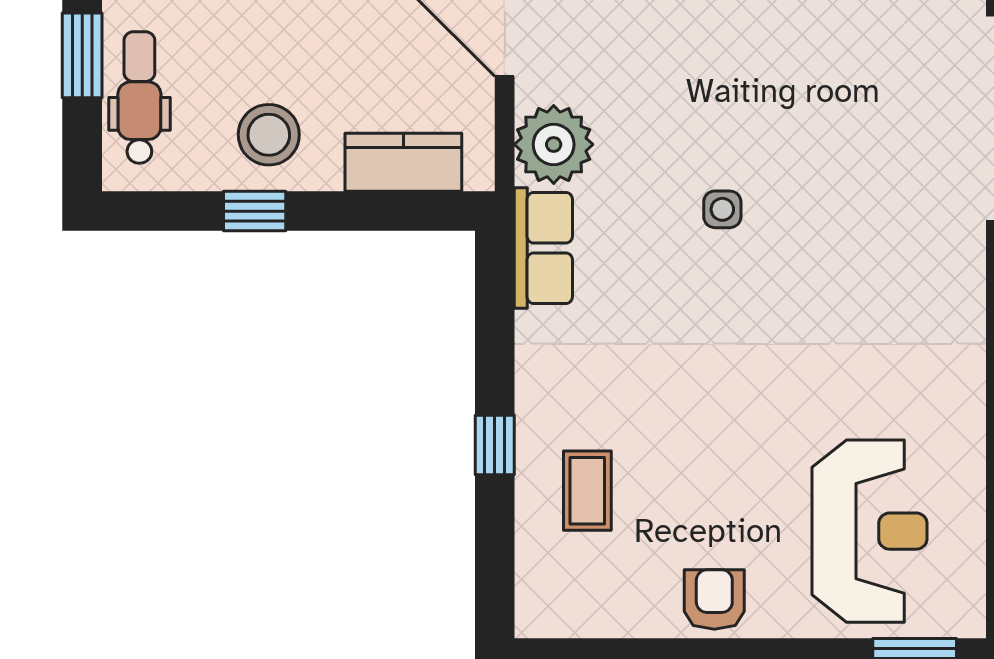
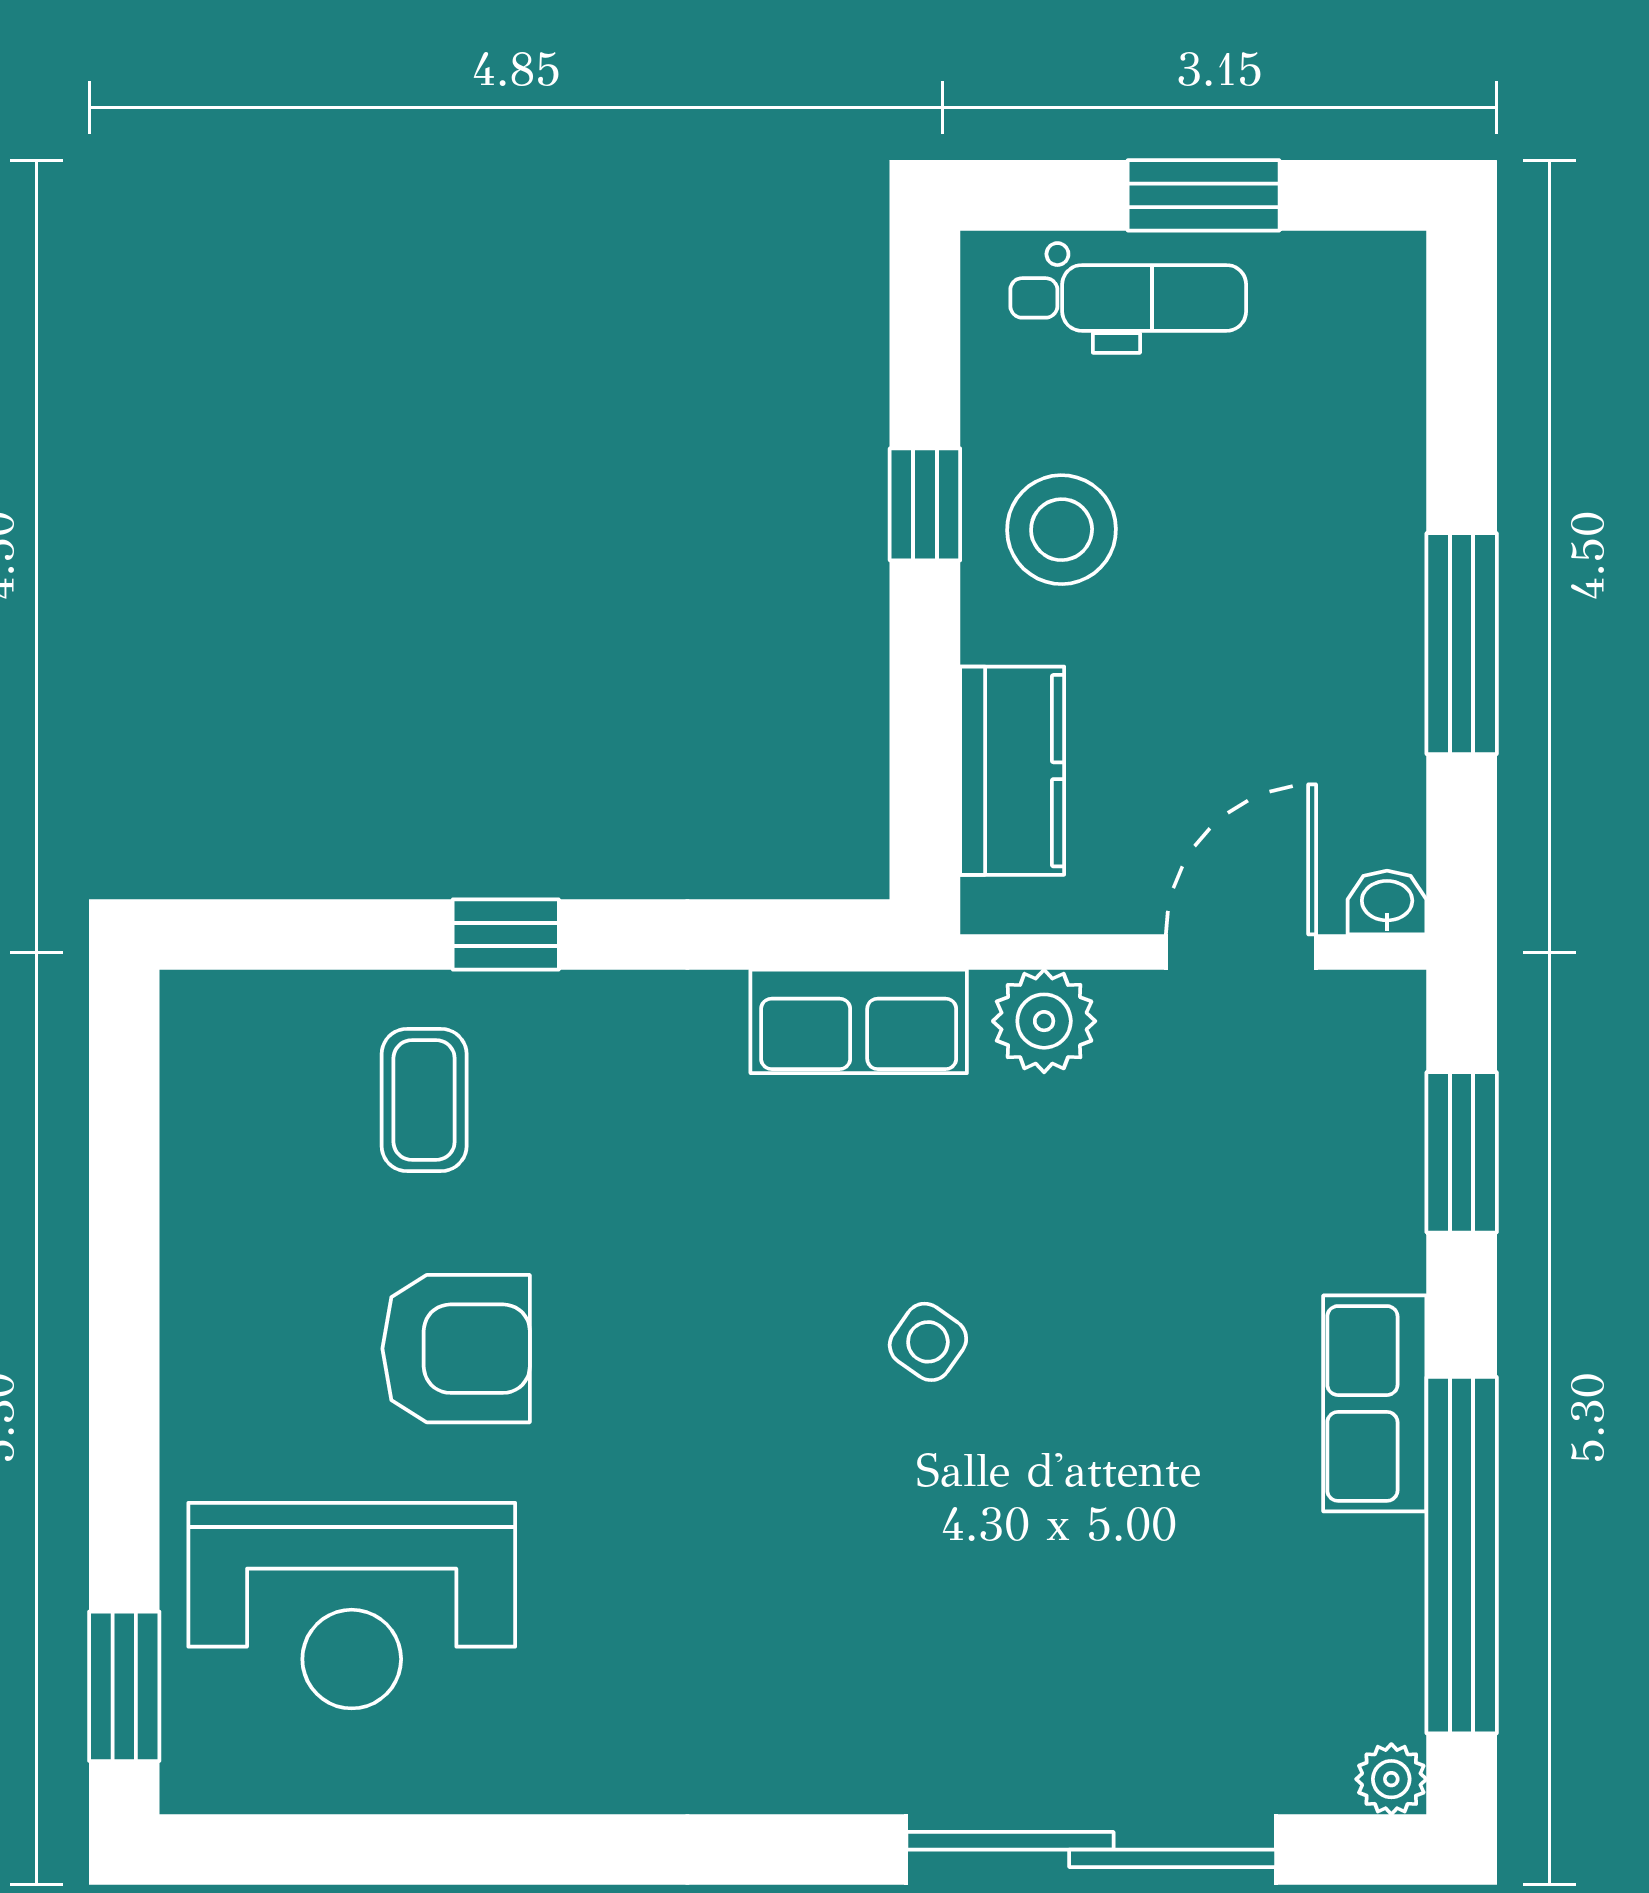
plant: (554, 144) -> (1044, 1021), width x0.73, depth x0.73
side table: (722, 209) -> (928, 1342), turned 35
coffee table: (587, 491) -> (424, 1100), turned 90
armchair: (714, 599) -> (456, 1349), moved, width x1.38, depth x1.38

